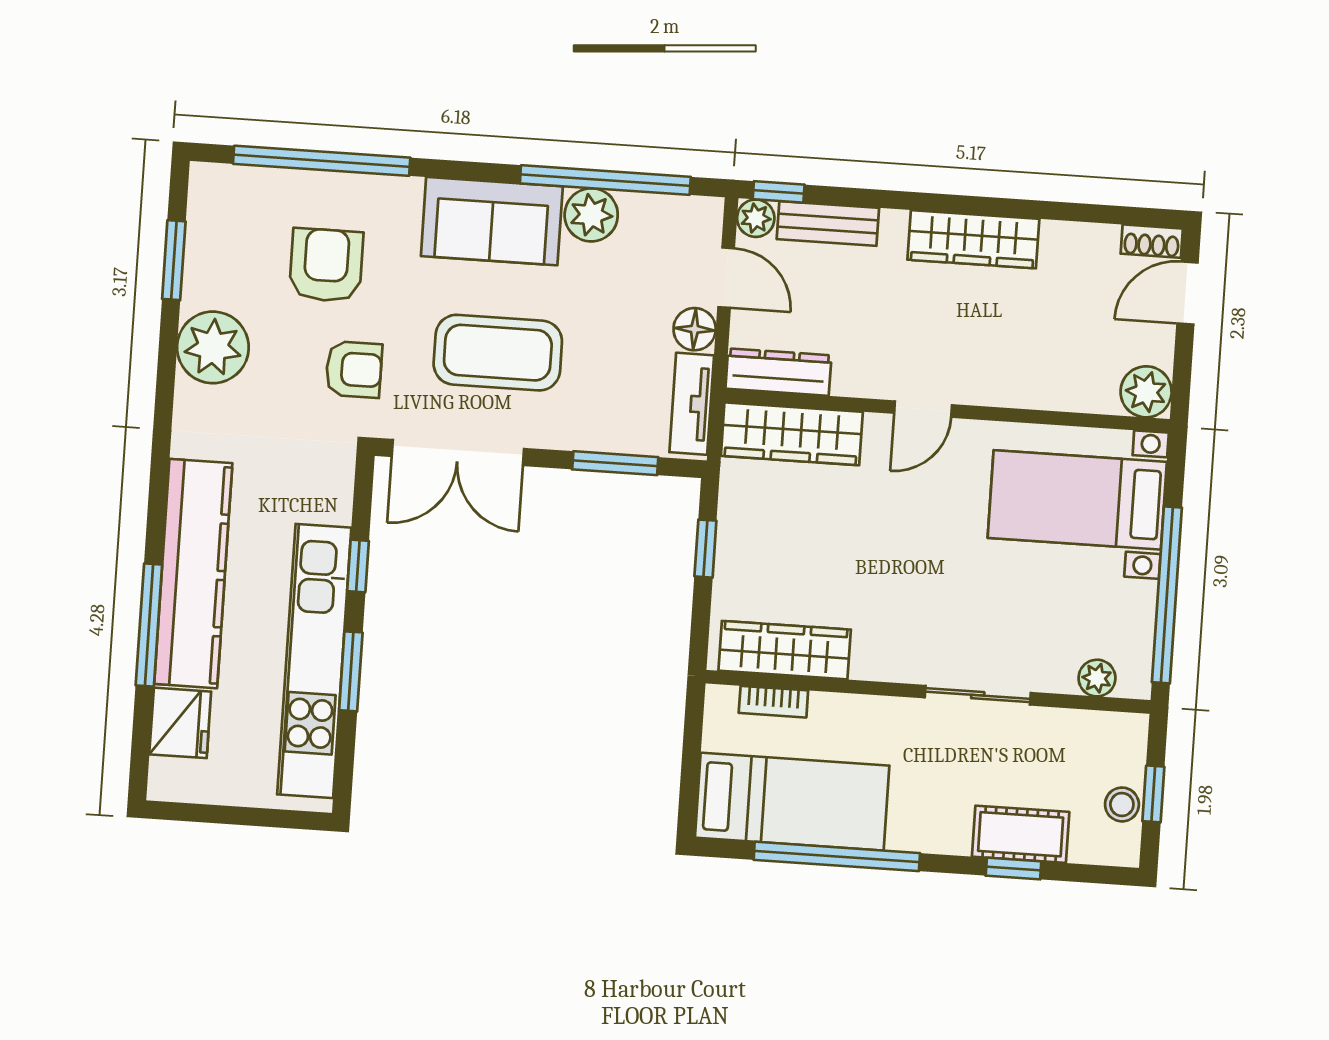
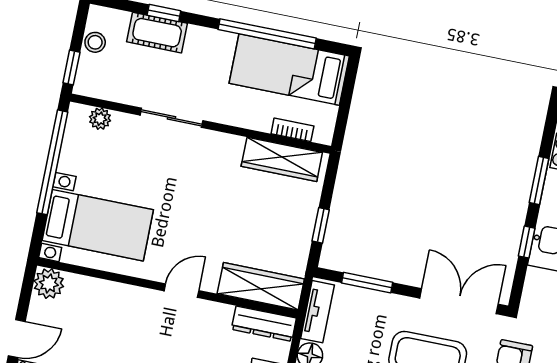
window: (1153, 794) -> (71, 68), moved

